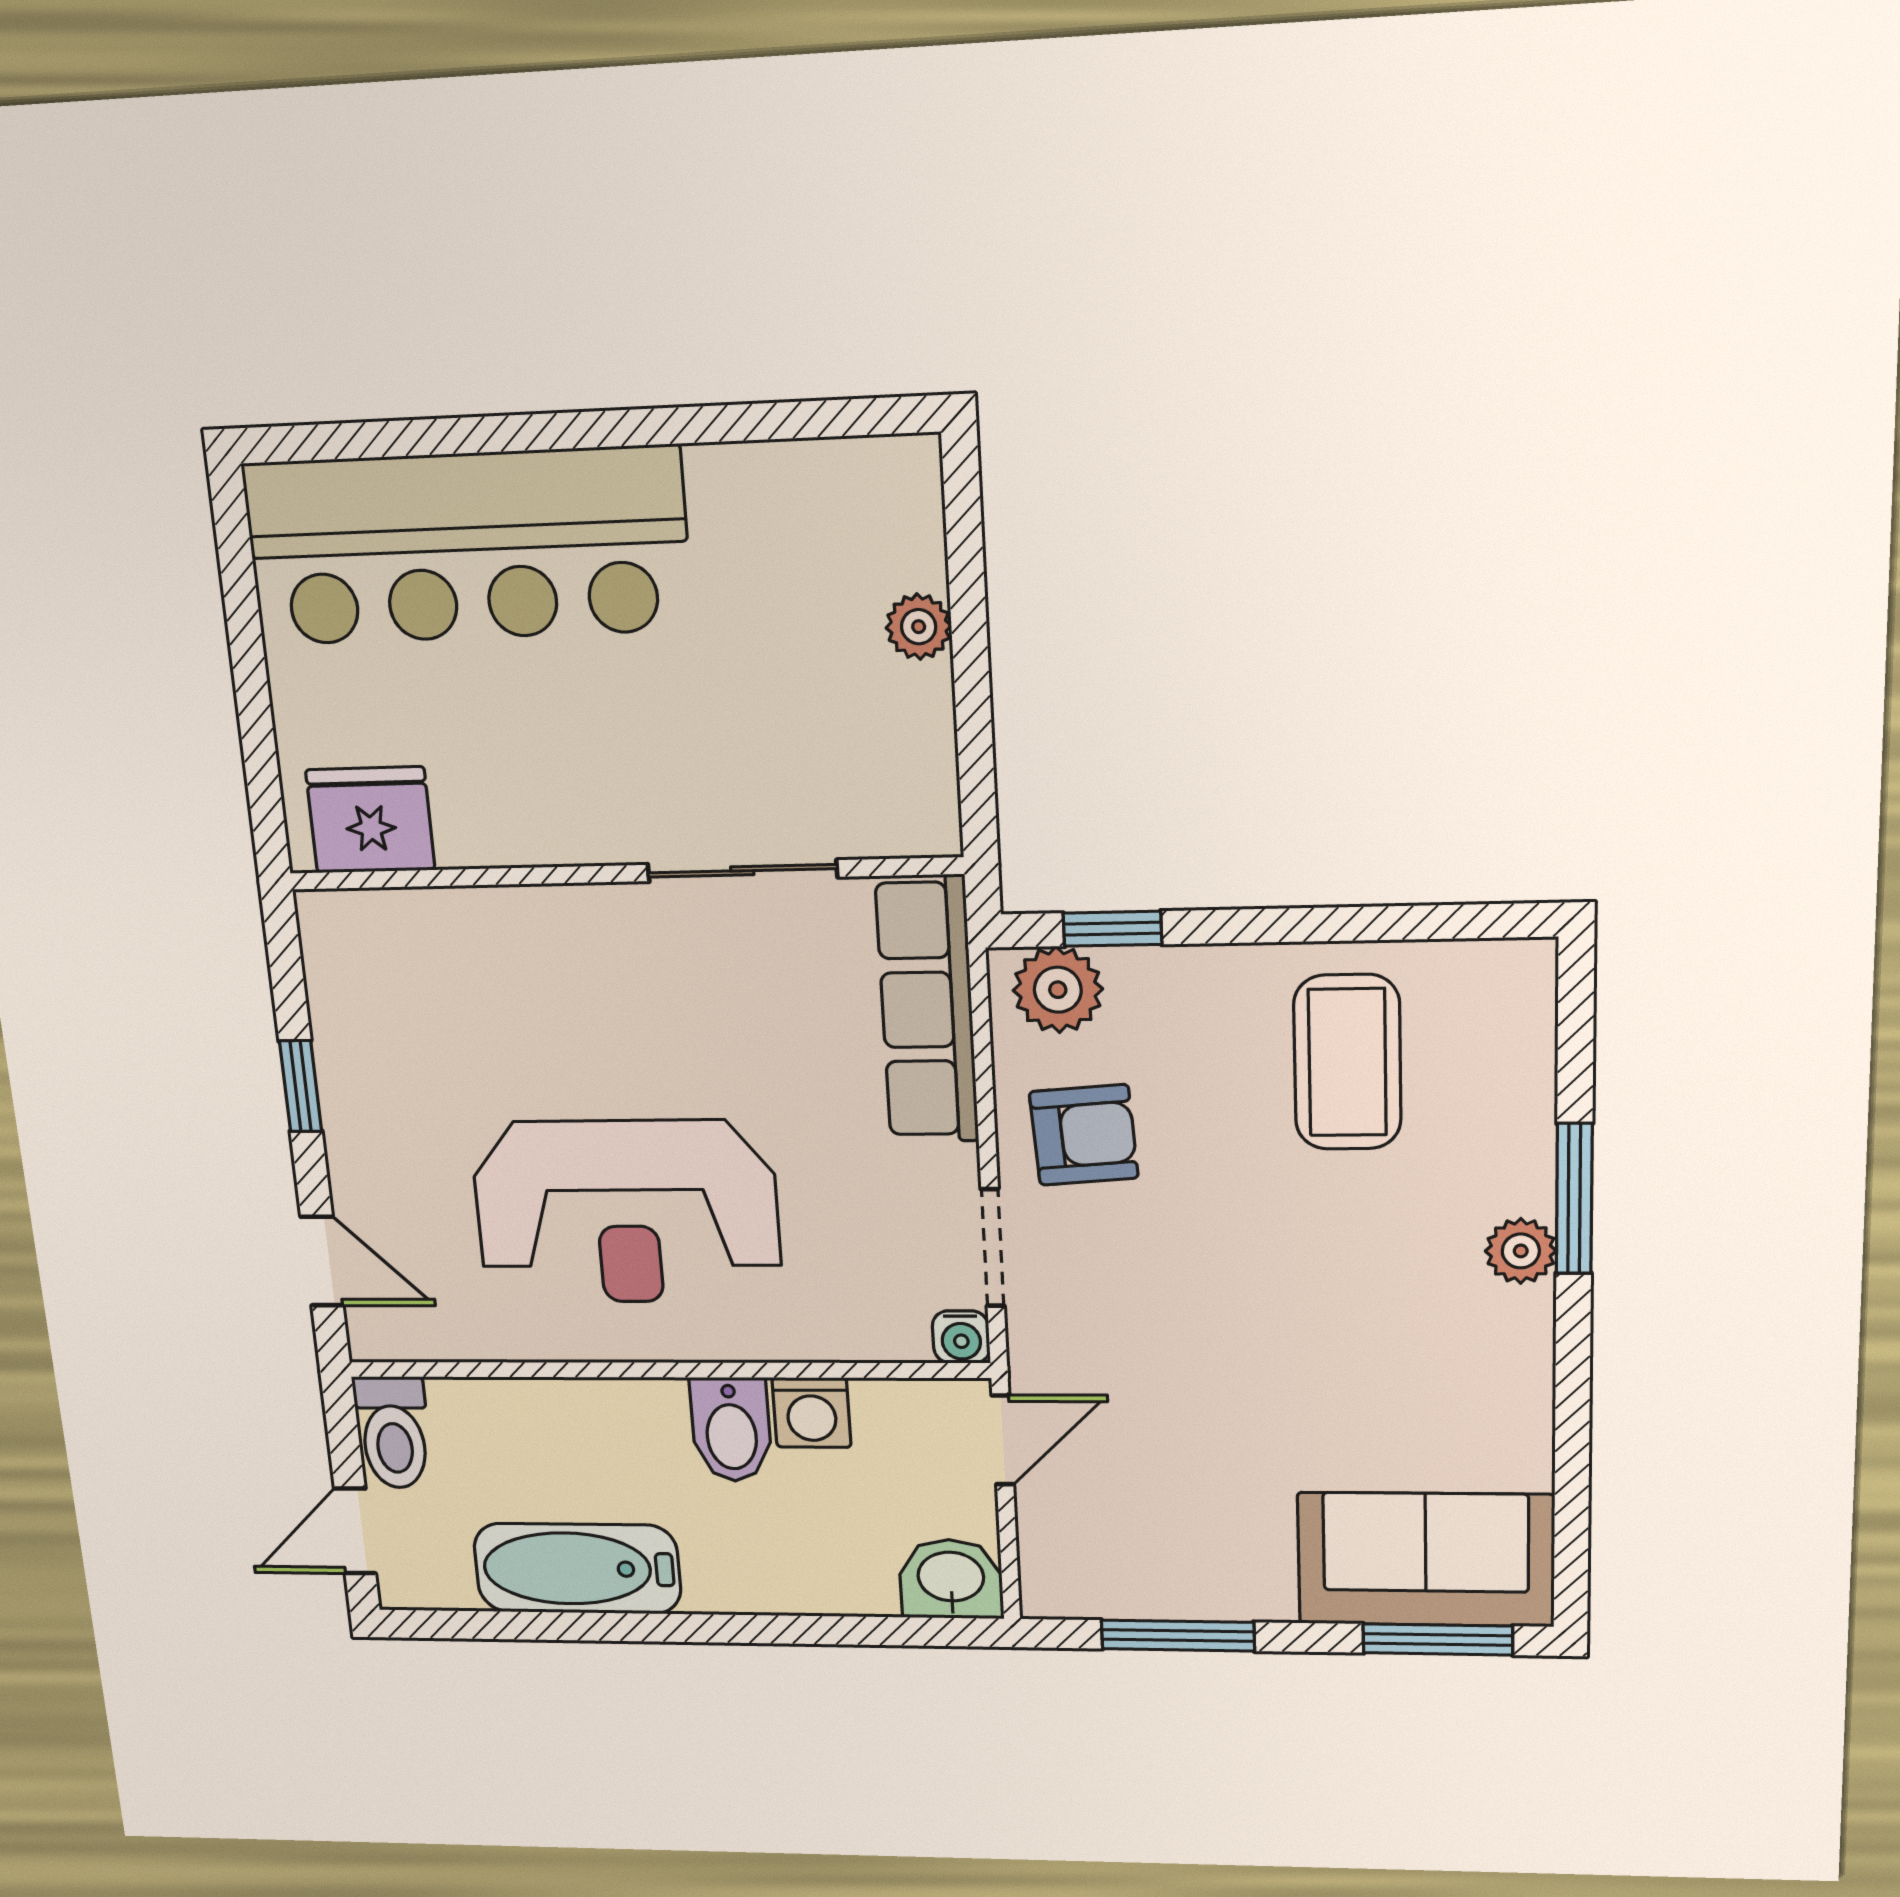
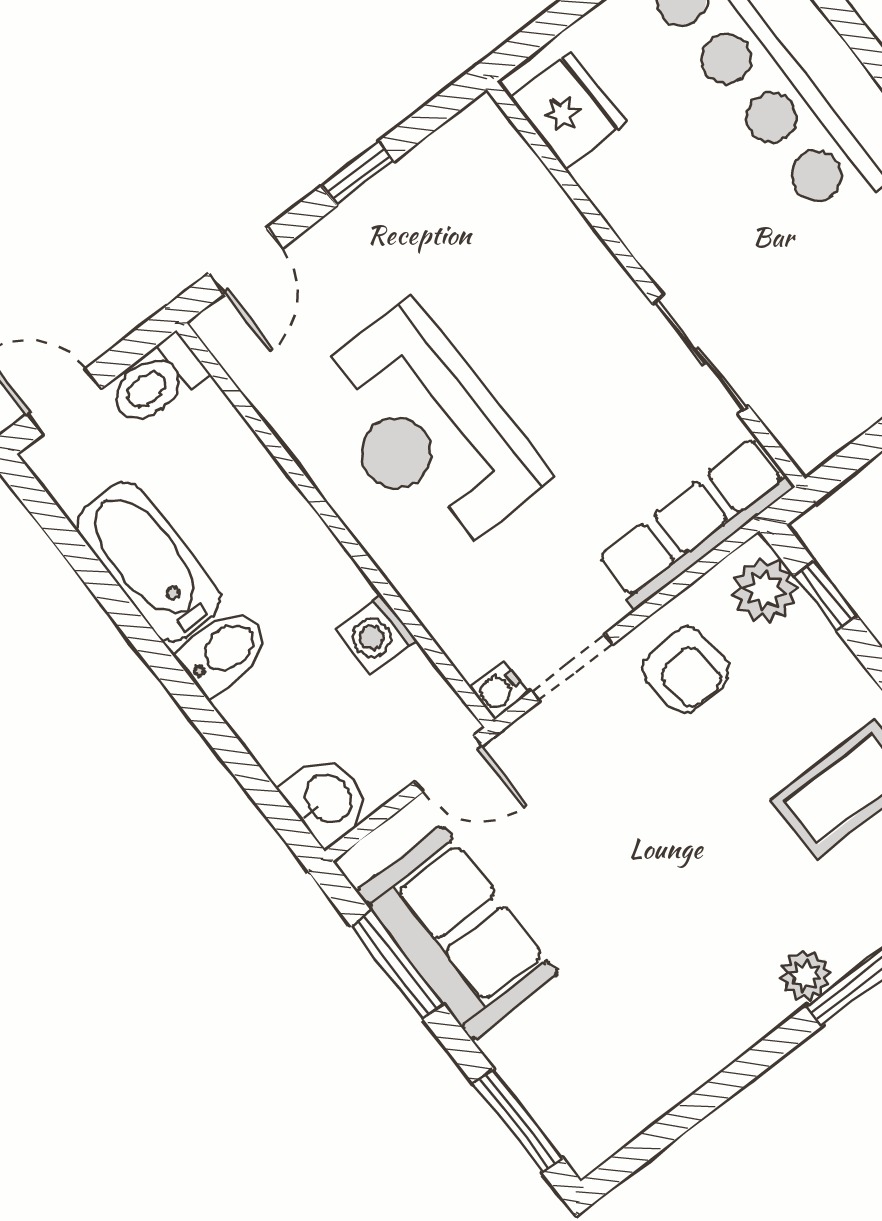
bidet: (731, 1430) -> (224, 651), moved, turned 180
sofa: (1426, 1560) -> (457, 933), moved

